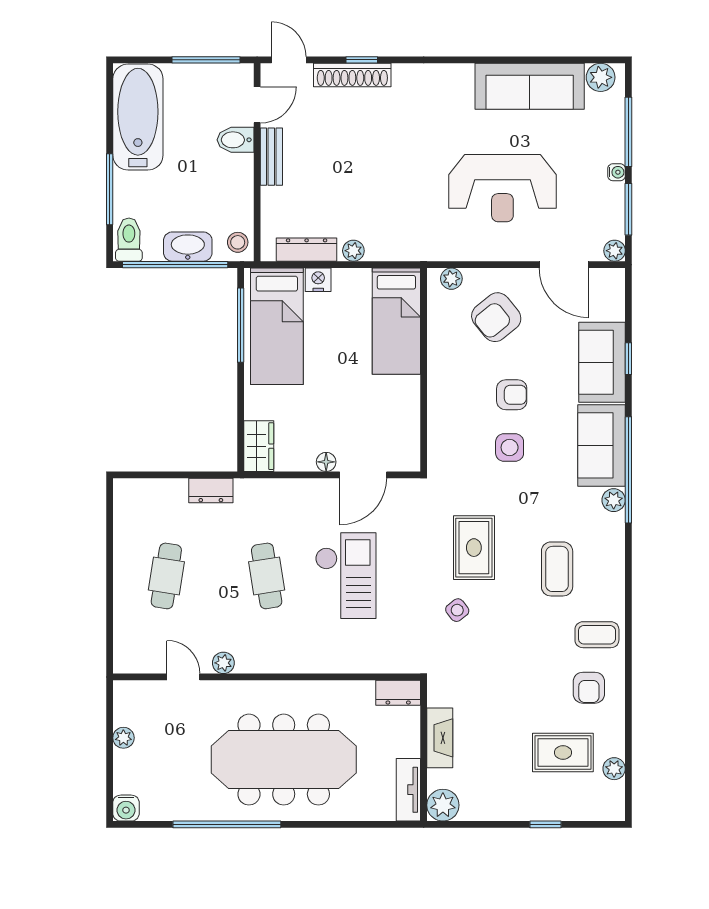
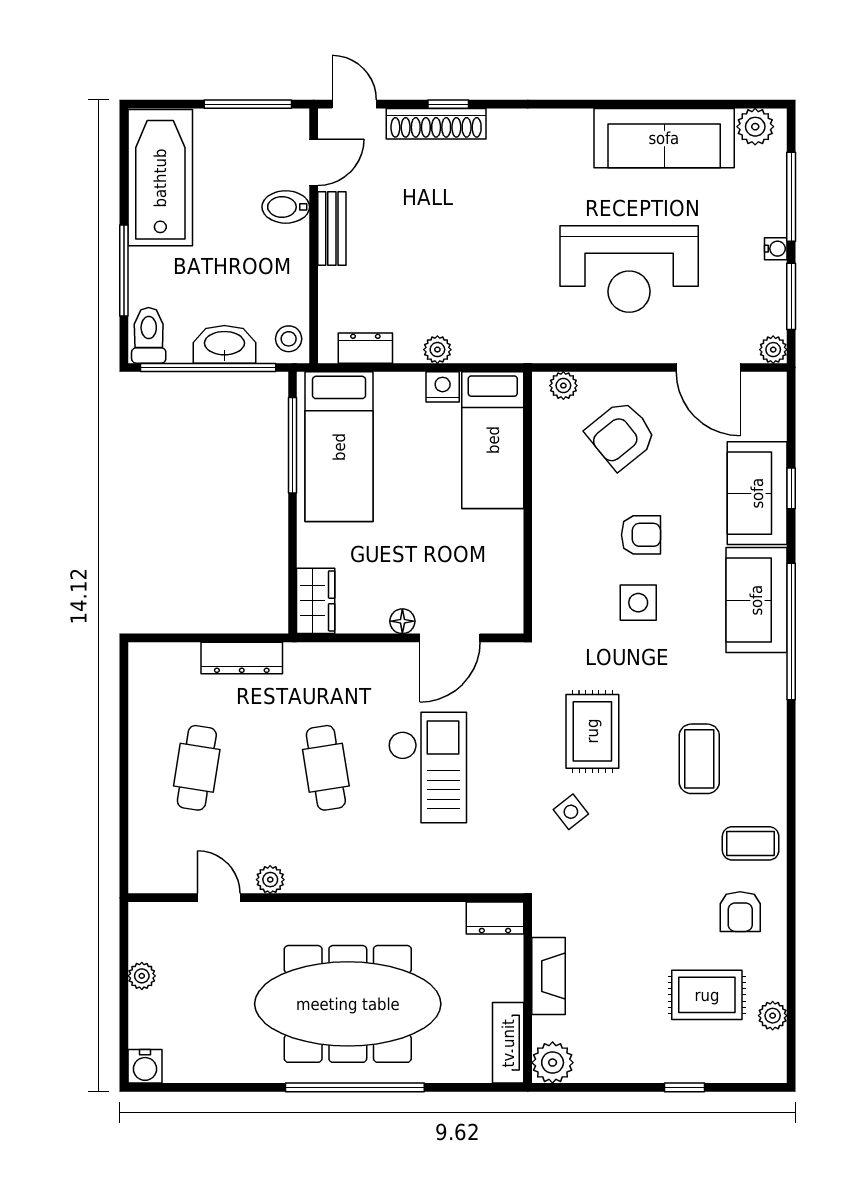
dresser: (307, 250) -> (365, 348), width x0.70
nightstand: (318, 280) -> (443, 387), moved
dresser: (211, 490) -> (242, 658), width x1.44
plant: (614, 500) -> (772, 670), removed
window: (227, 824) -> (355, 1087), moved

